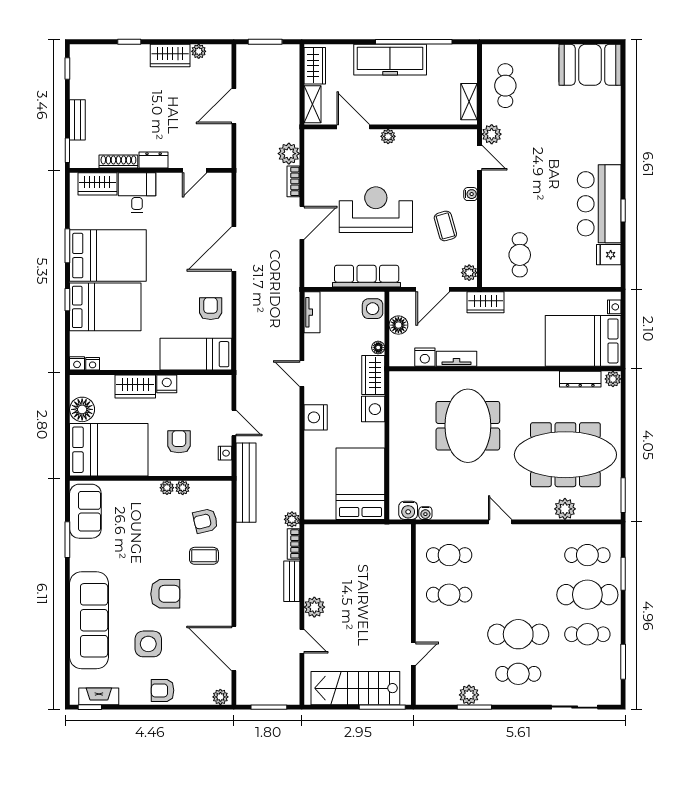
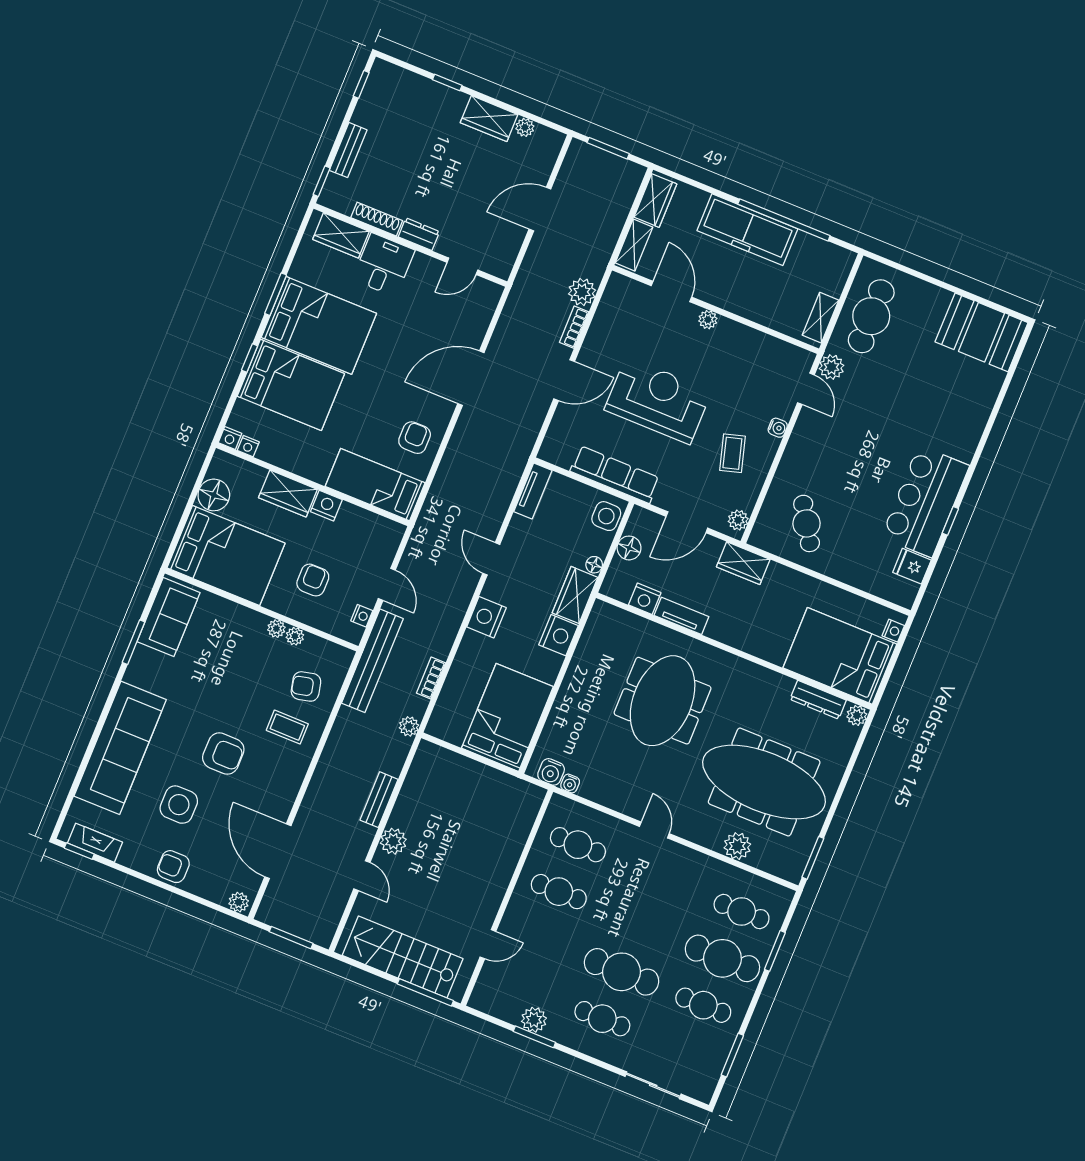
cafe table: (505, 86) -> (871, 316), width x1.37, depth x1.35
cafe table: (520, 255) -> (807, 523), turned -32
bookcase: (293, 544) -> (431, 678), moved

